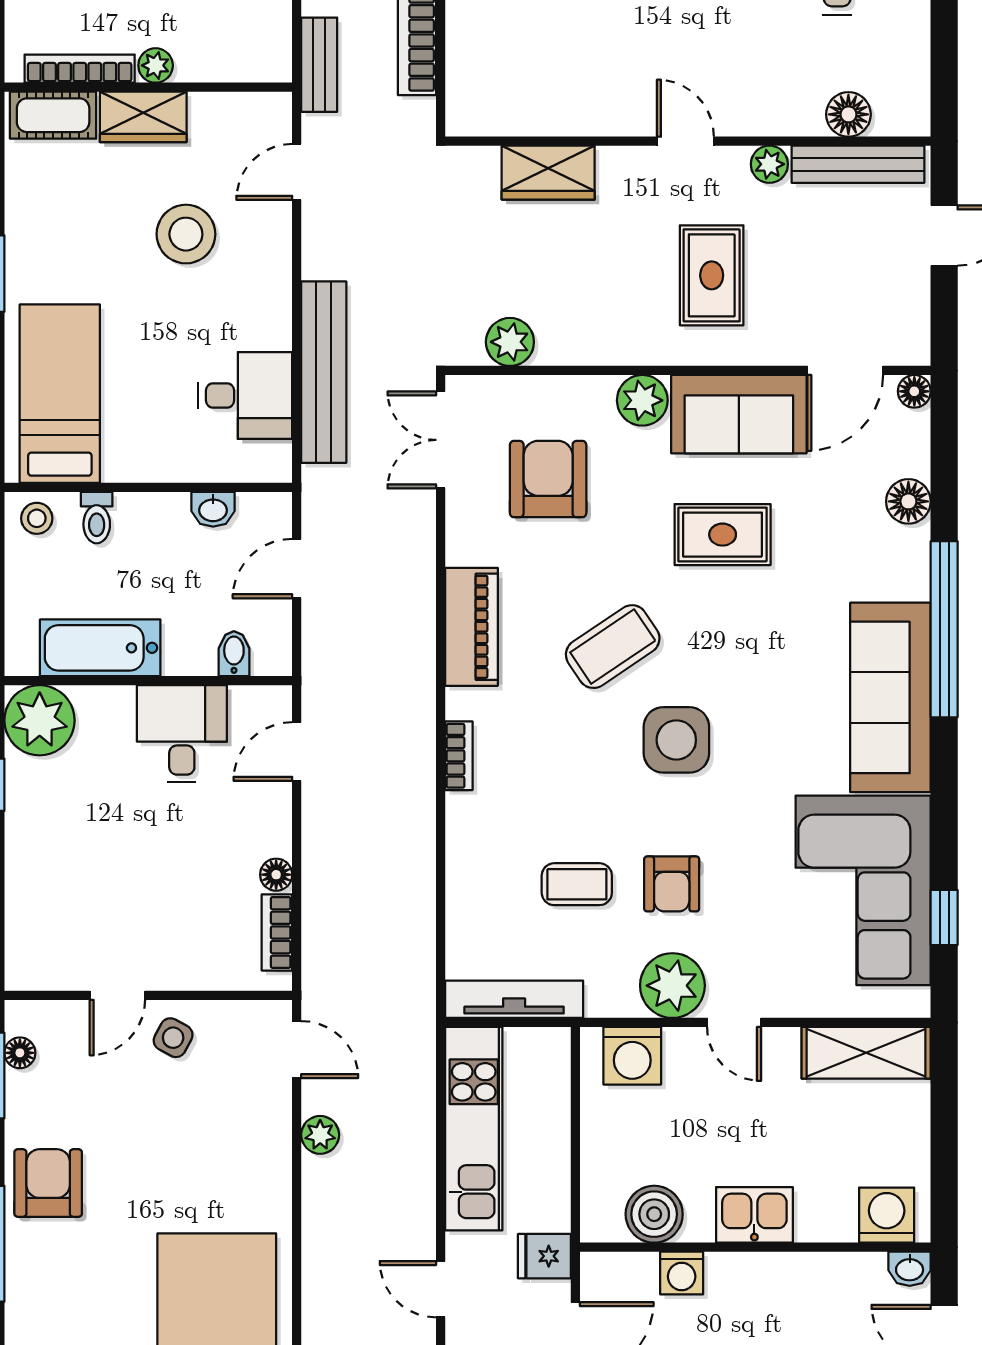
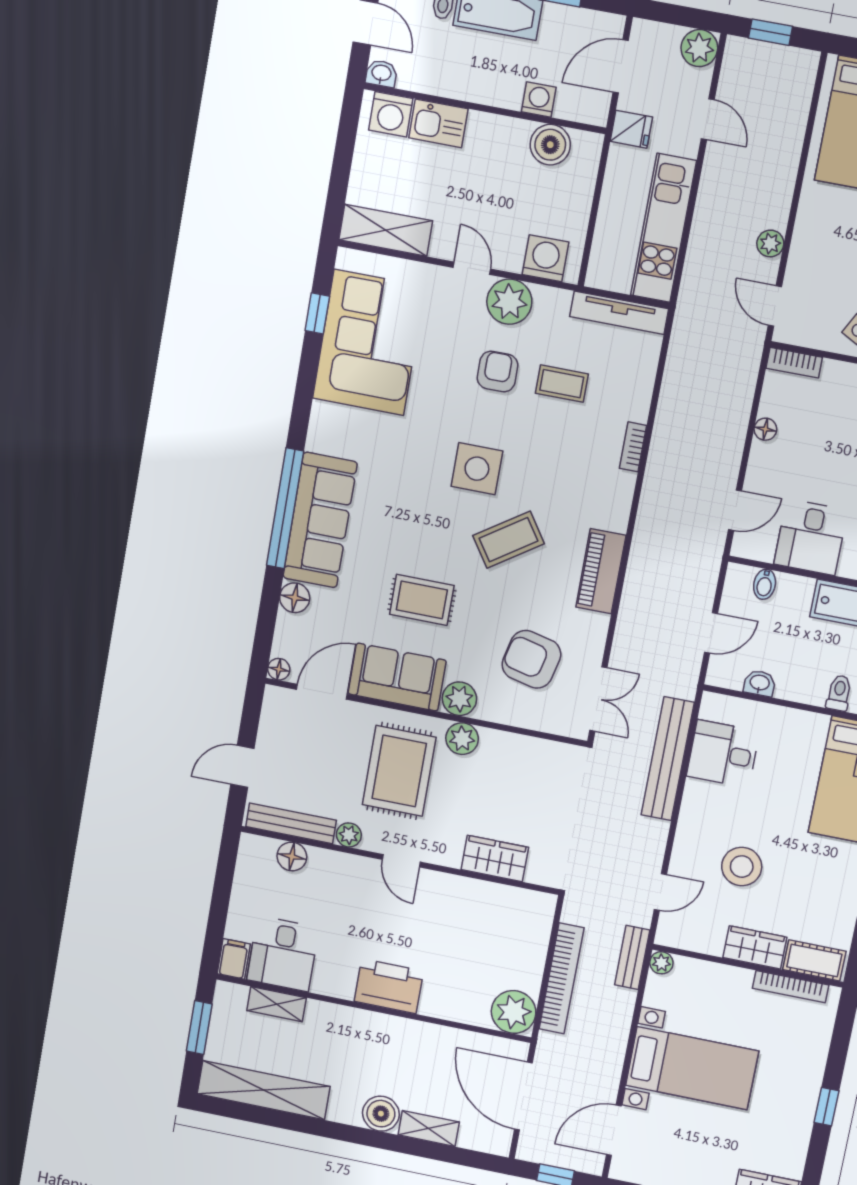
plant: (156, 65) -> (661, 963), moved
rug: (712, 275) -> (399, 771), width x1.36, depth x1.43
plant: (510, 342) -> (462, 739), moved
armchair: (548, 479) -> (531, 659), turned 103
sofa: (890, 697) -> (320, 520), moved
bookcase: (459, 756) -> (633, 447), moved
bookcase: (277, 932) -> (794, 363), moved, turned 90
kitchen sink: (754, 1215) -> (438, 123), moved

